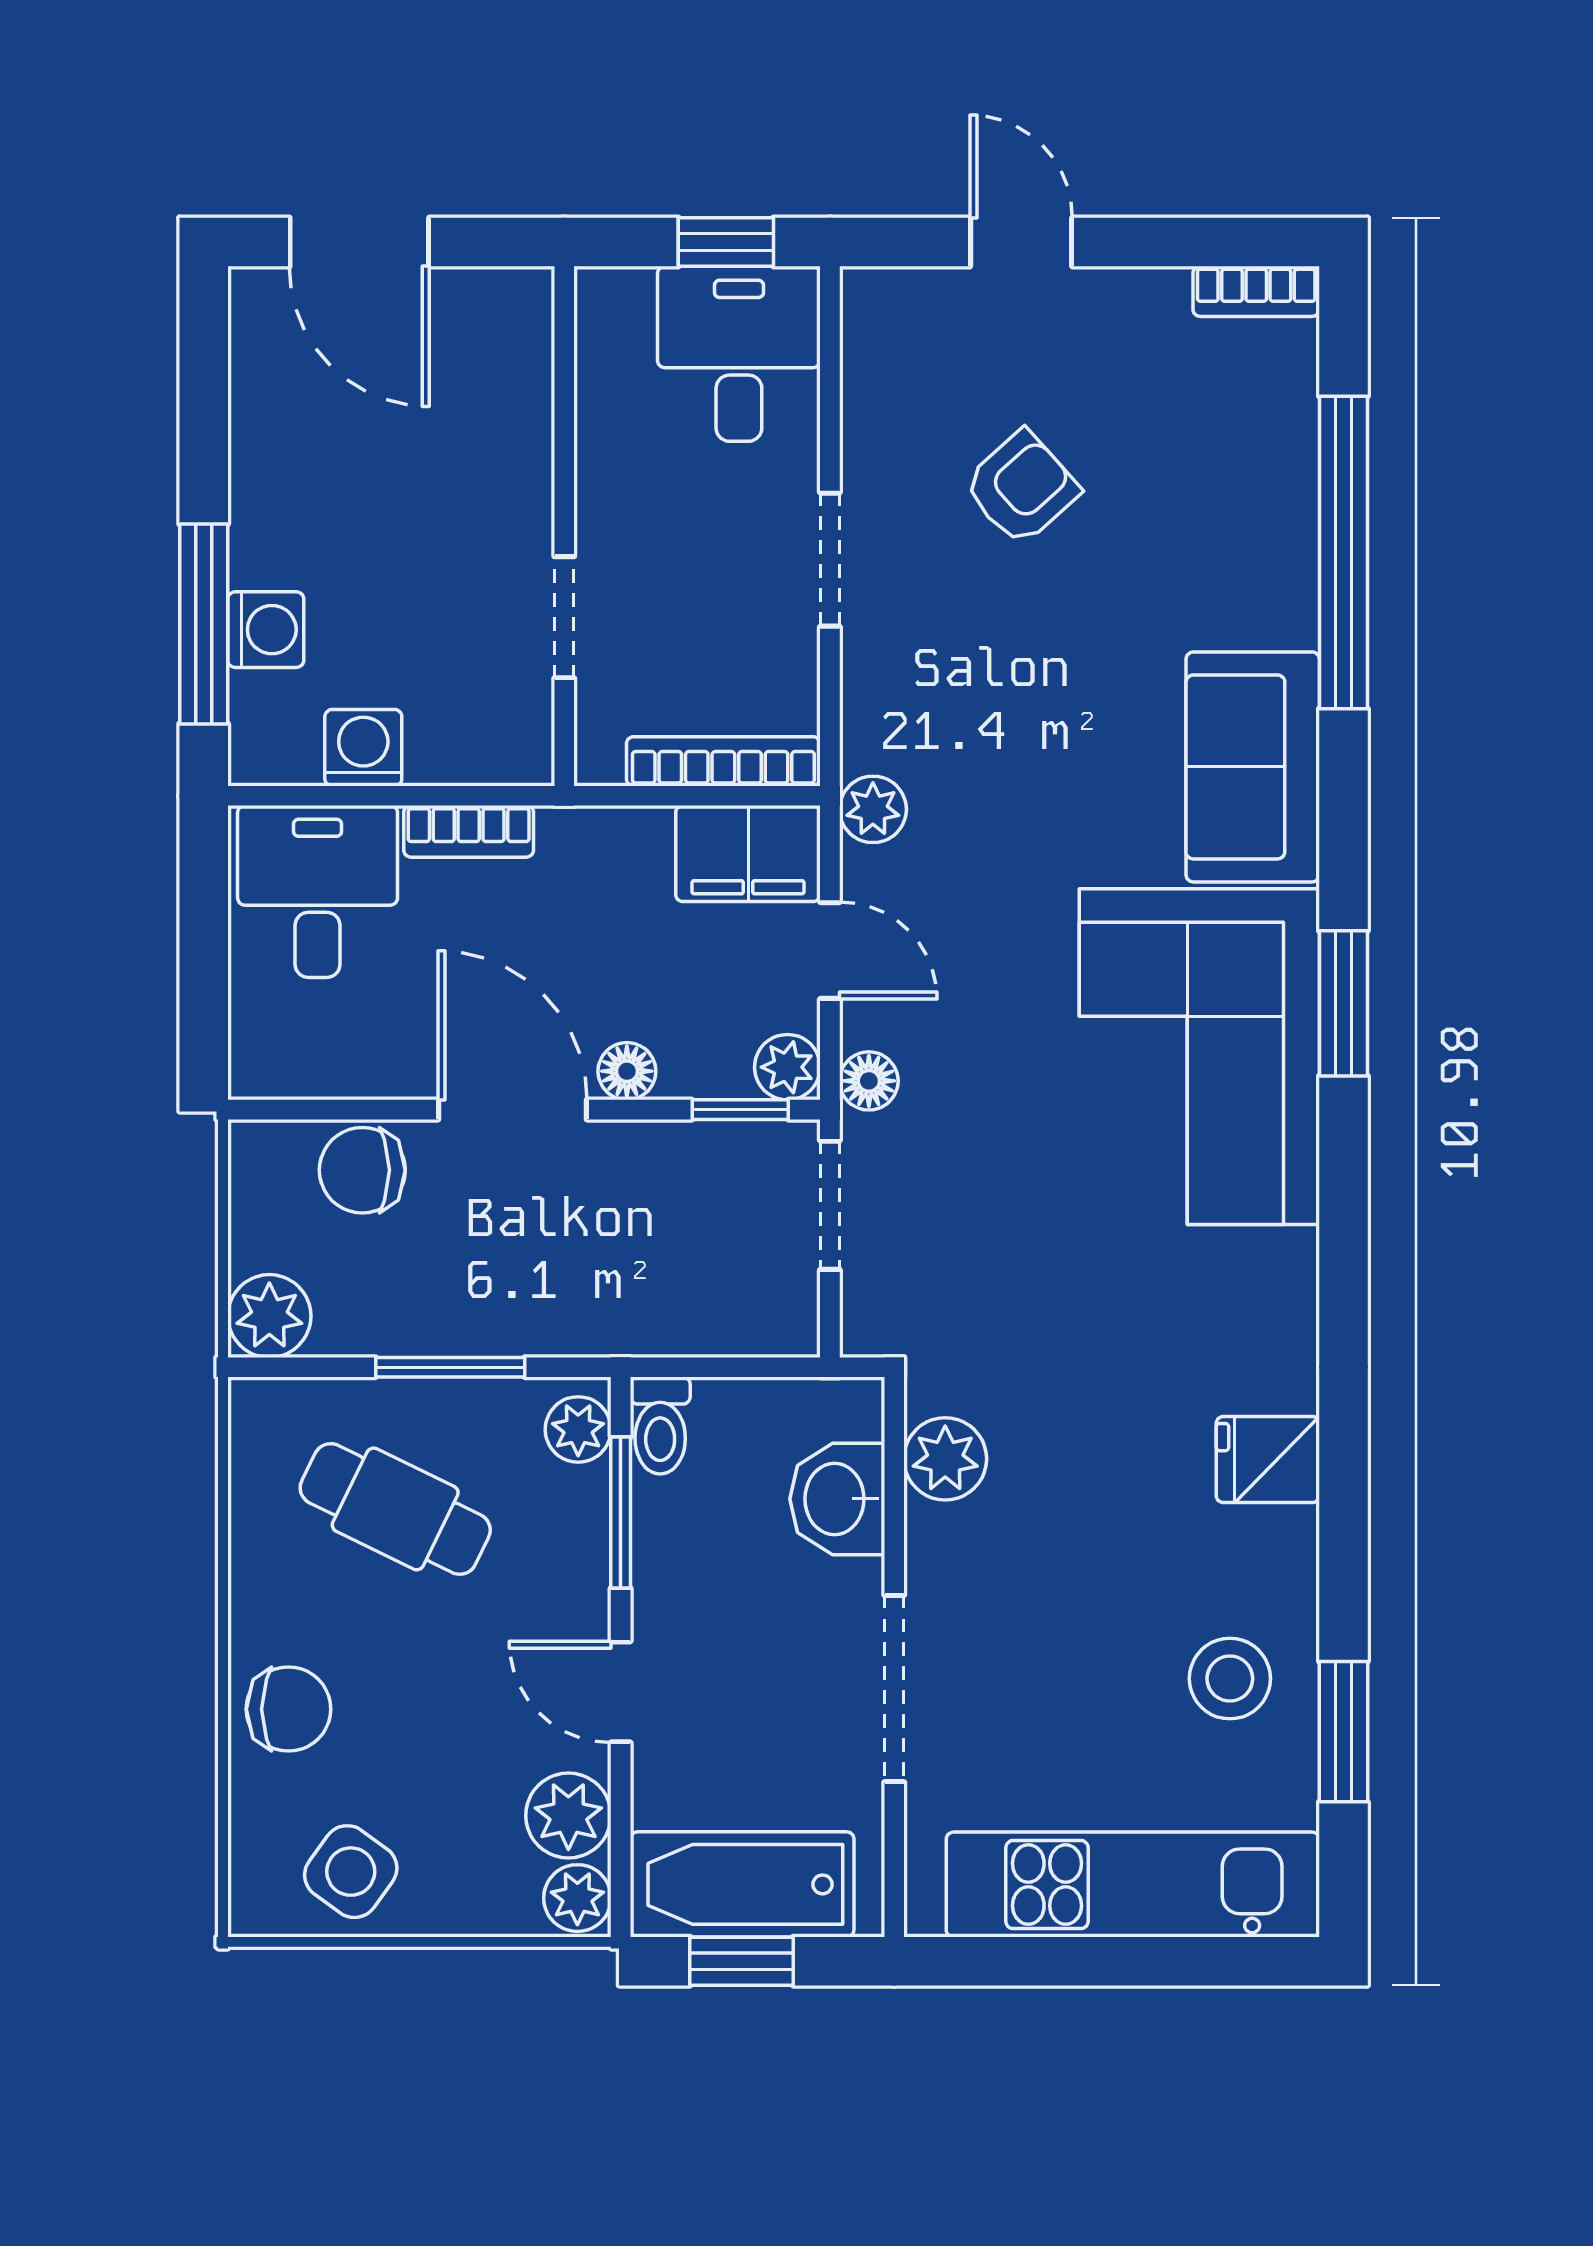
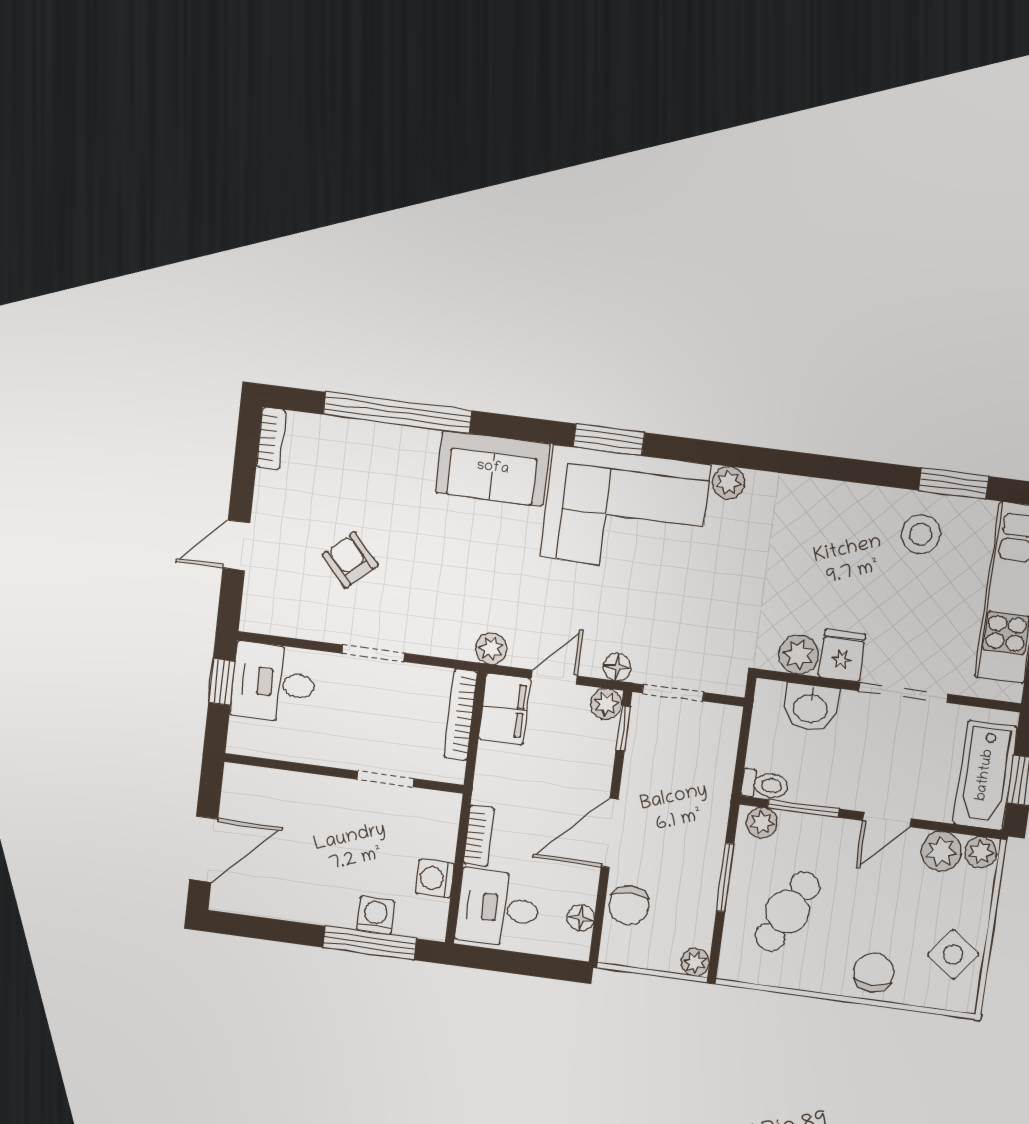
floor lamp: (627, 1071) -> (581, 918), moved
plant: (1286, 1265) -> (729, 483), added
plant: (269, 1316) -> (695, 962), width x0.73, depth x0.73
fridge: (1268, 1460) -> (842, 655), moved, turned 180

